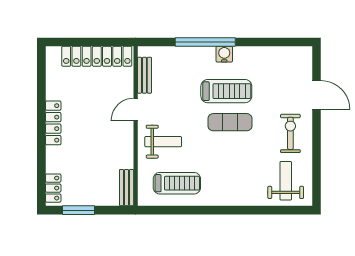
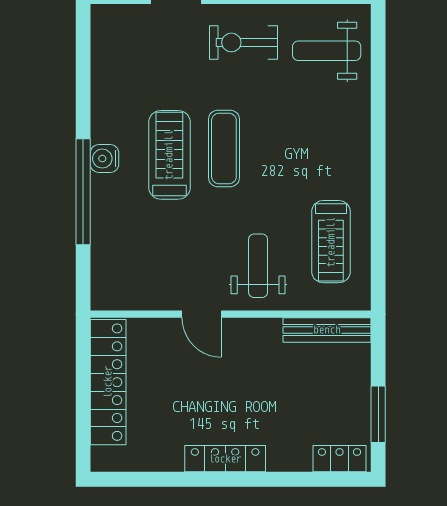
bench: (144, 75) -> (142, 299), removed
treadmill: (177, 183) -> (331, 242), turned 180
bench: (127, 188) -> (327, 330), width x1.36

